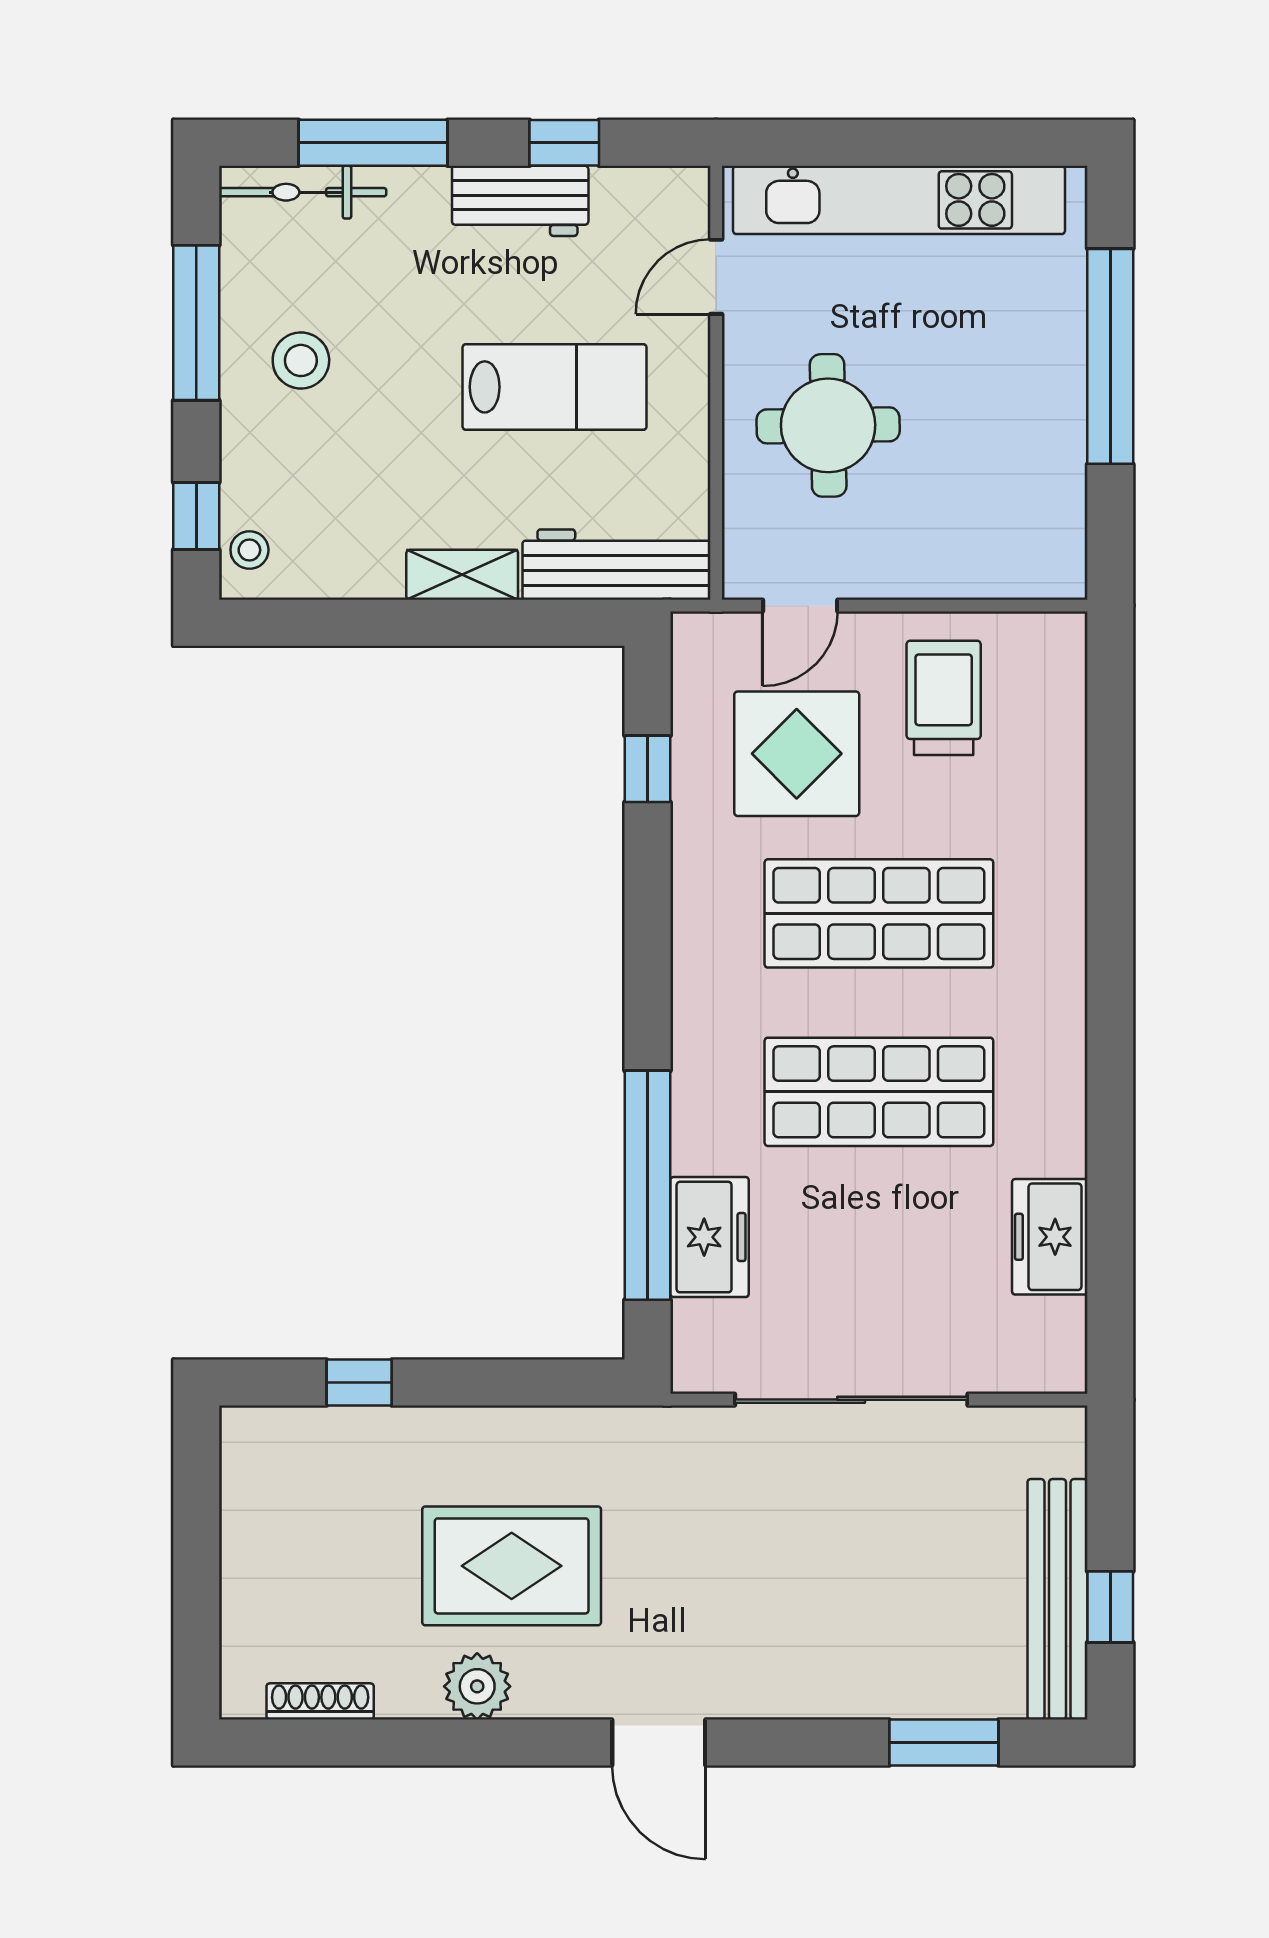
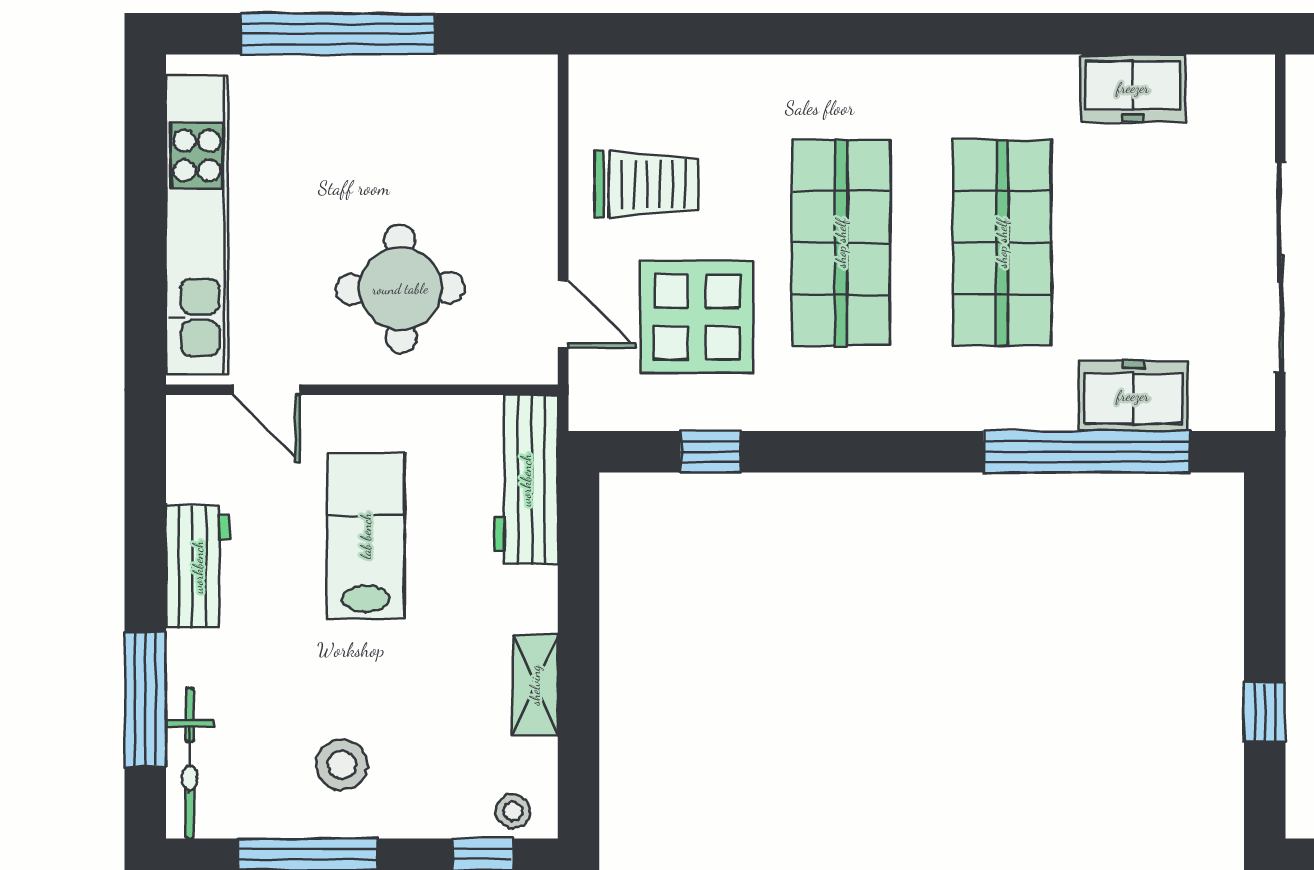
window: (564, 143) -> (145, 527), removed
shelving: (462, 575) -> (535, 685), moved
trolley: (944, 698) -> (646, 184), turned 180

